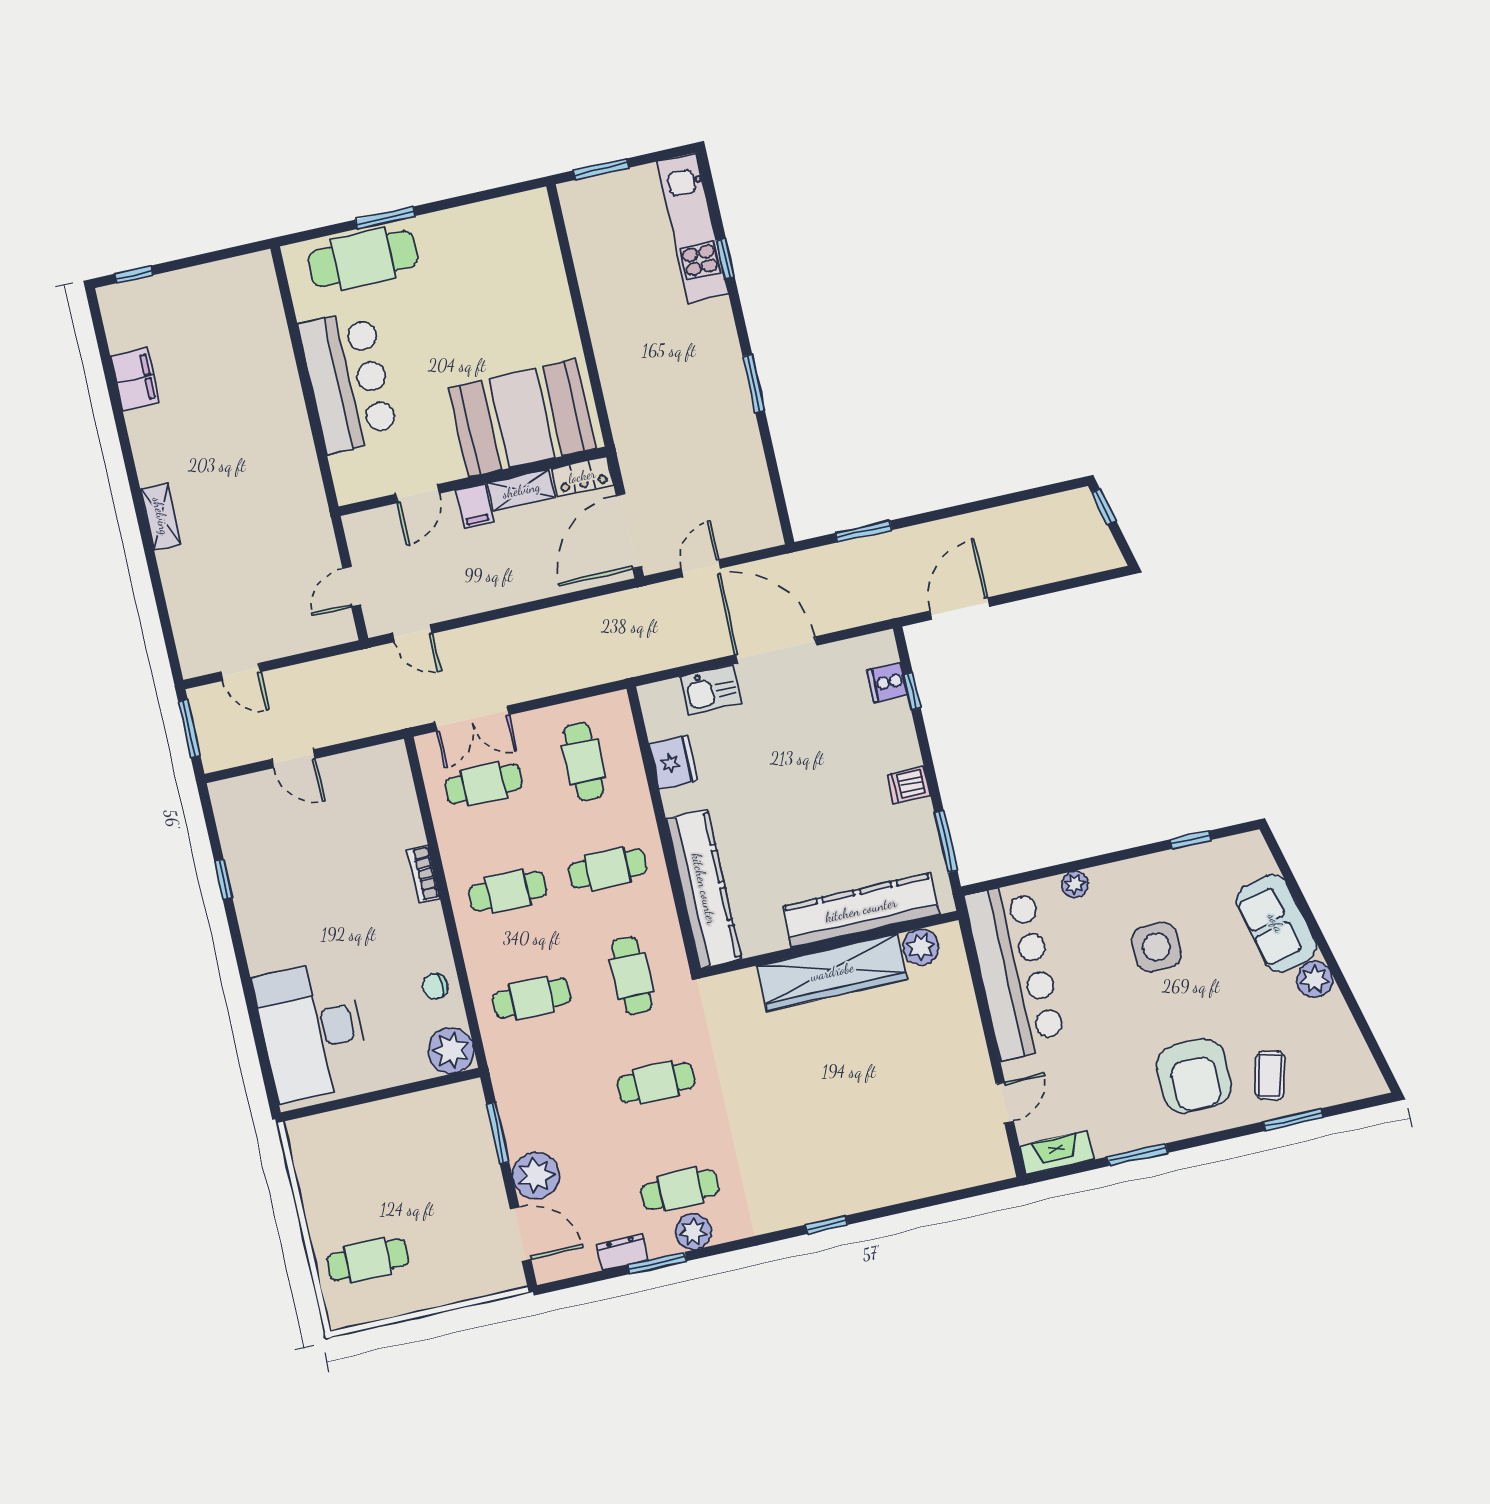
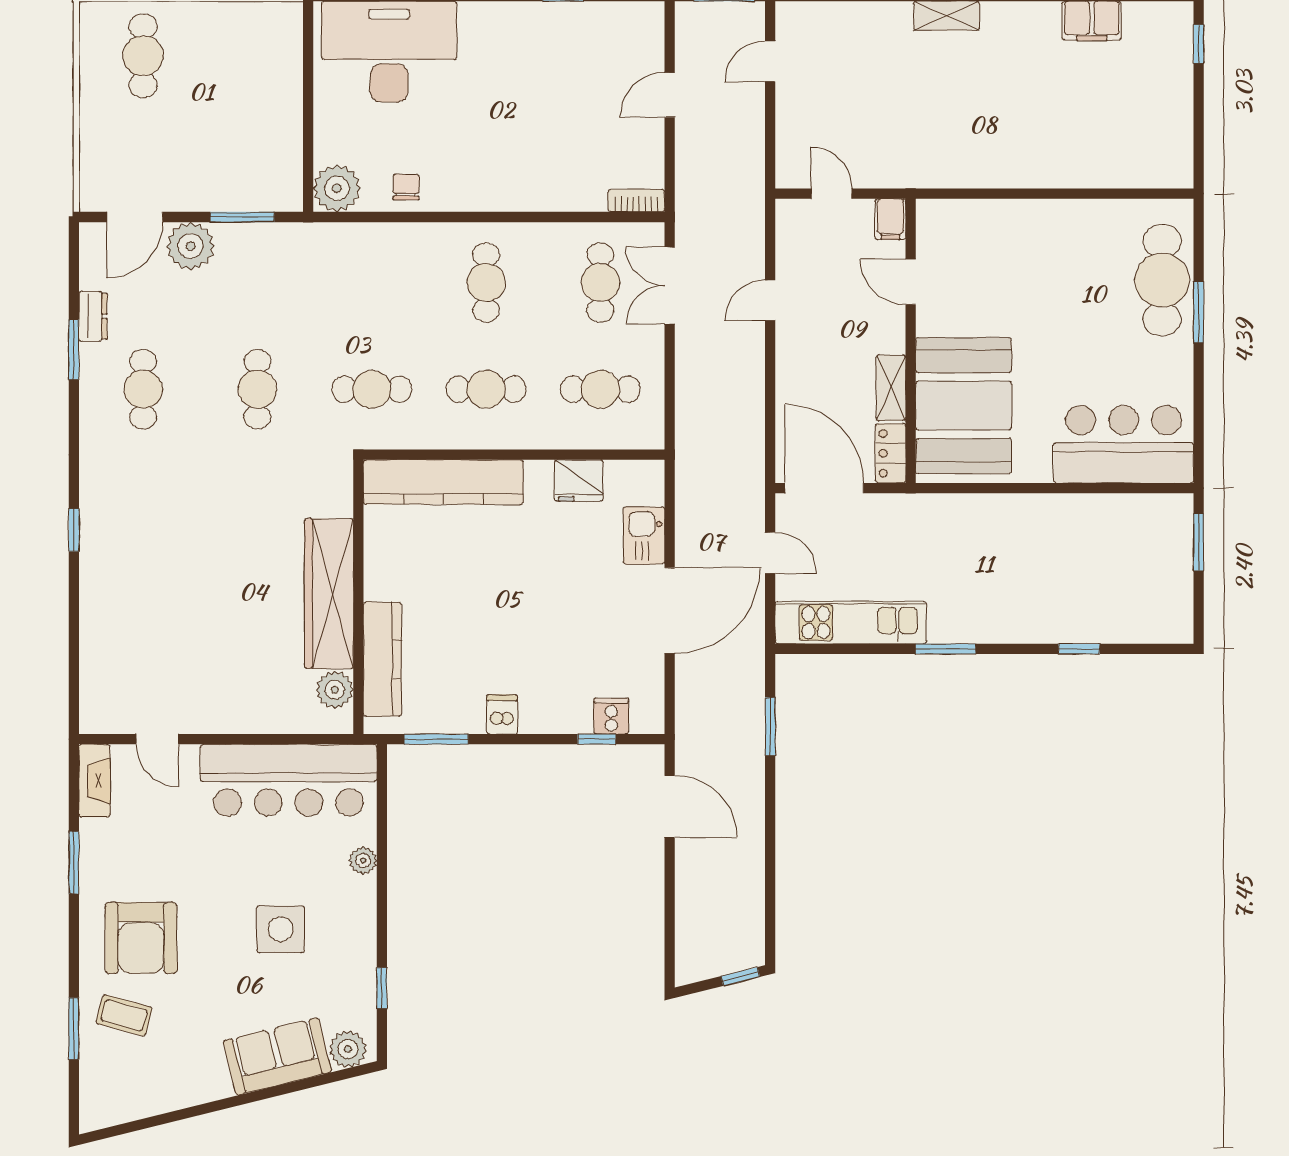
kitchen unit: (693, 228) -> (851, 623), moved
bar counter: (348, 381) -> (1124, 444), moved, turned 180
filing cabinet: (474, 506) -> (890, 219), moved, turned -90
door: (412, 633) -> (770, 300), moved
cafe table: (608, 869) -> (486, 389), turned 90
bookcase: (423, 874) -> (636, 201), moved
kitchen counter: (861, 910) -> (382, 659), width x0.72, depth x0.86
plant: (1315, 979) -> (348, 1049), moved
cafe table: (532, 998) -> (372, 282), removed
armchair: (1194, 1076) -> (141, 938), turned -90
plant: (693, 1232) -> (97, 393), removed

